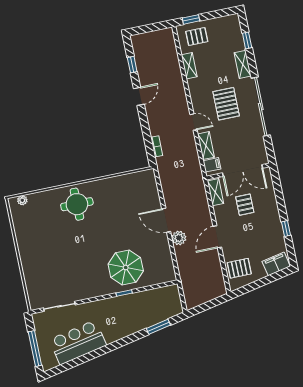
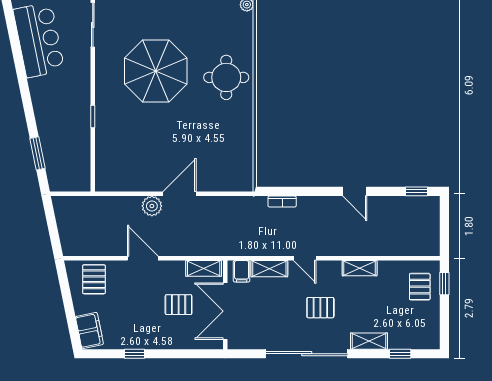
window: (132, 65) -> (417, 191), moved
shelving: (189, 66) -> (360, 268), moved
pallet: (226, 104) -> (320, 308), width x0.67, depth x0.71
door: (193, 122) -> (305, 258), hinge flipped
parasol: (126, 268) -> (156, 71), moved, width x1.36, depth x1.36

